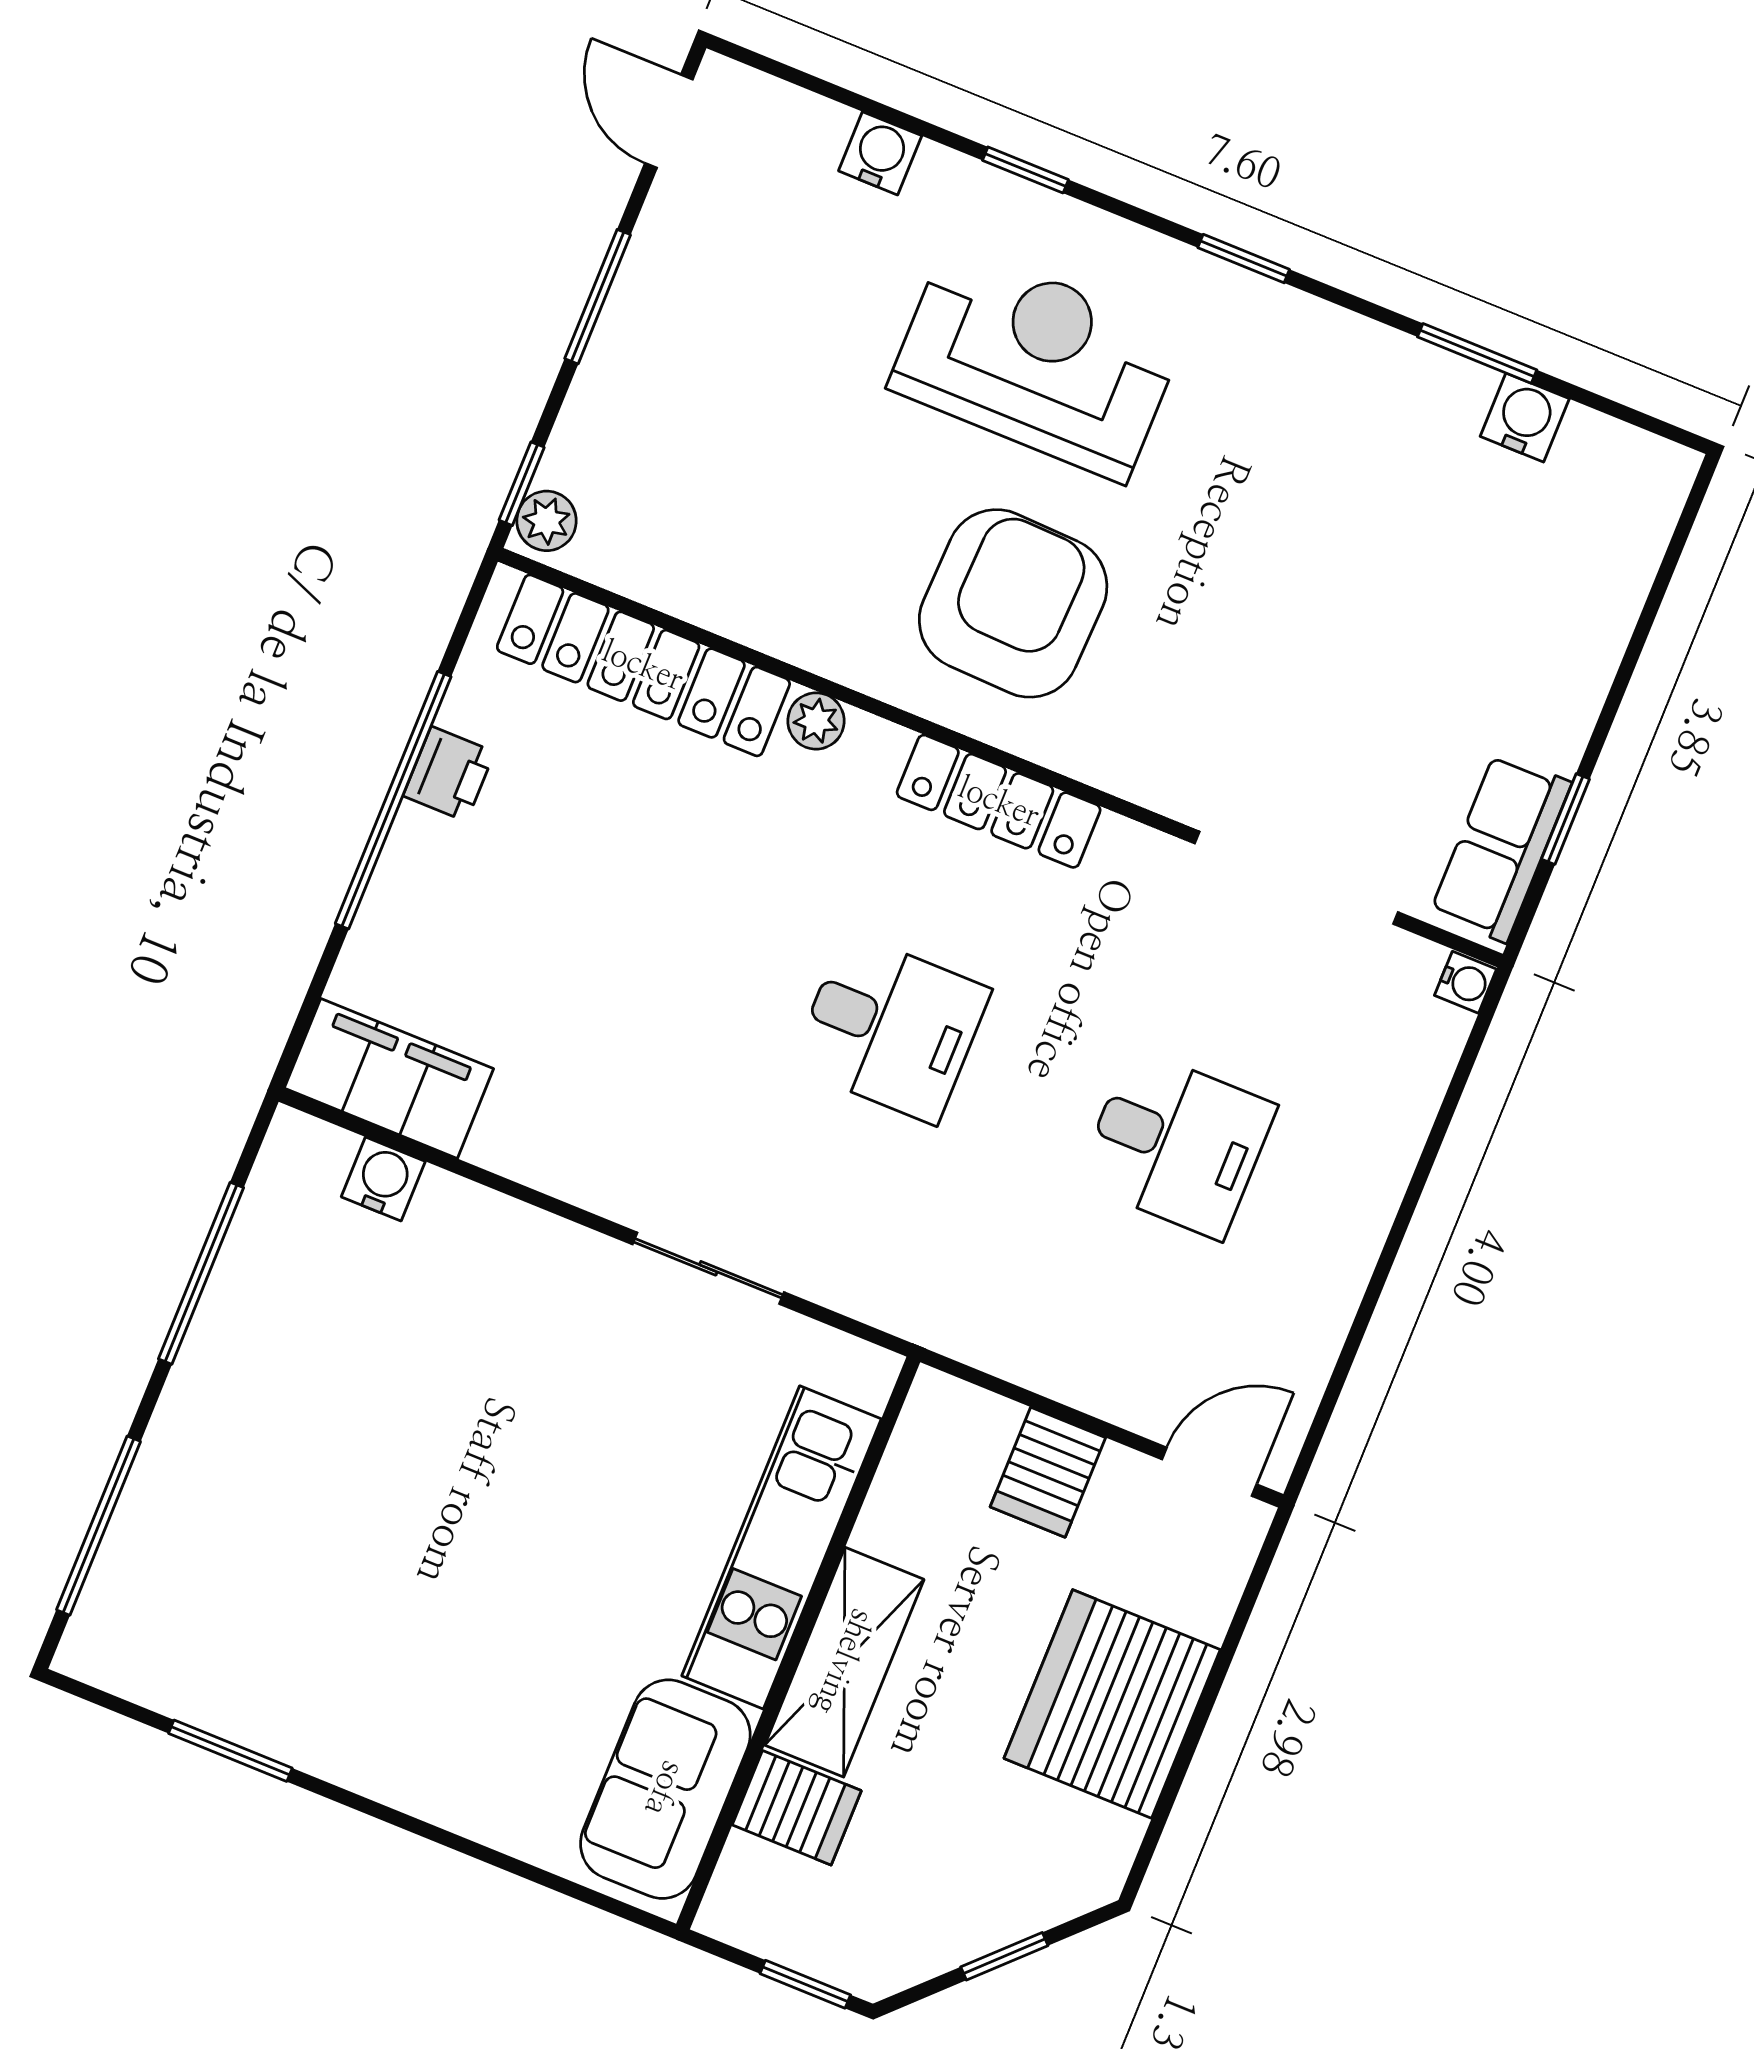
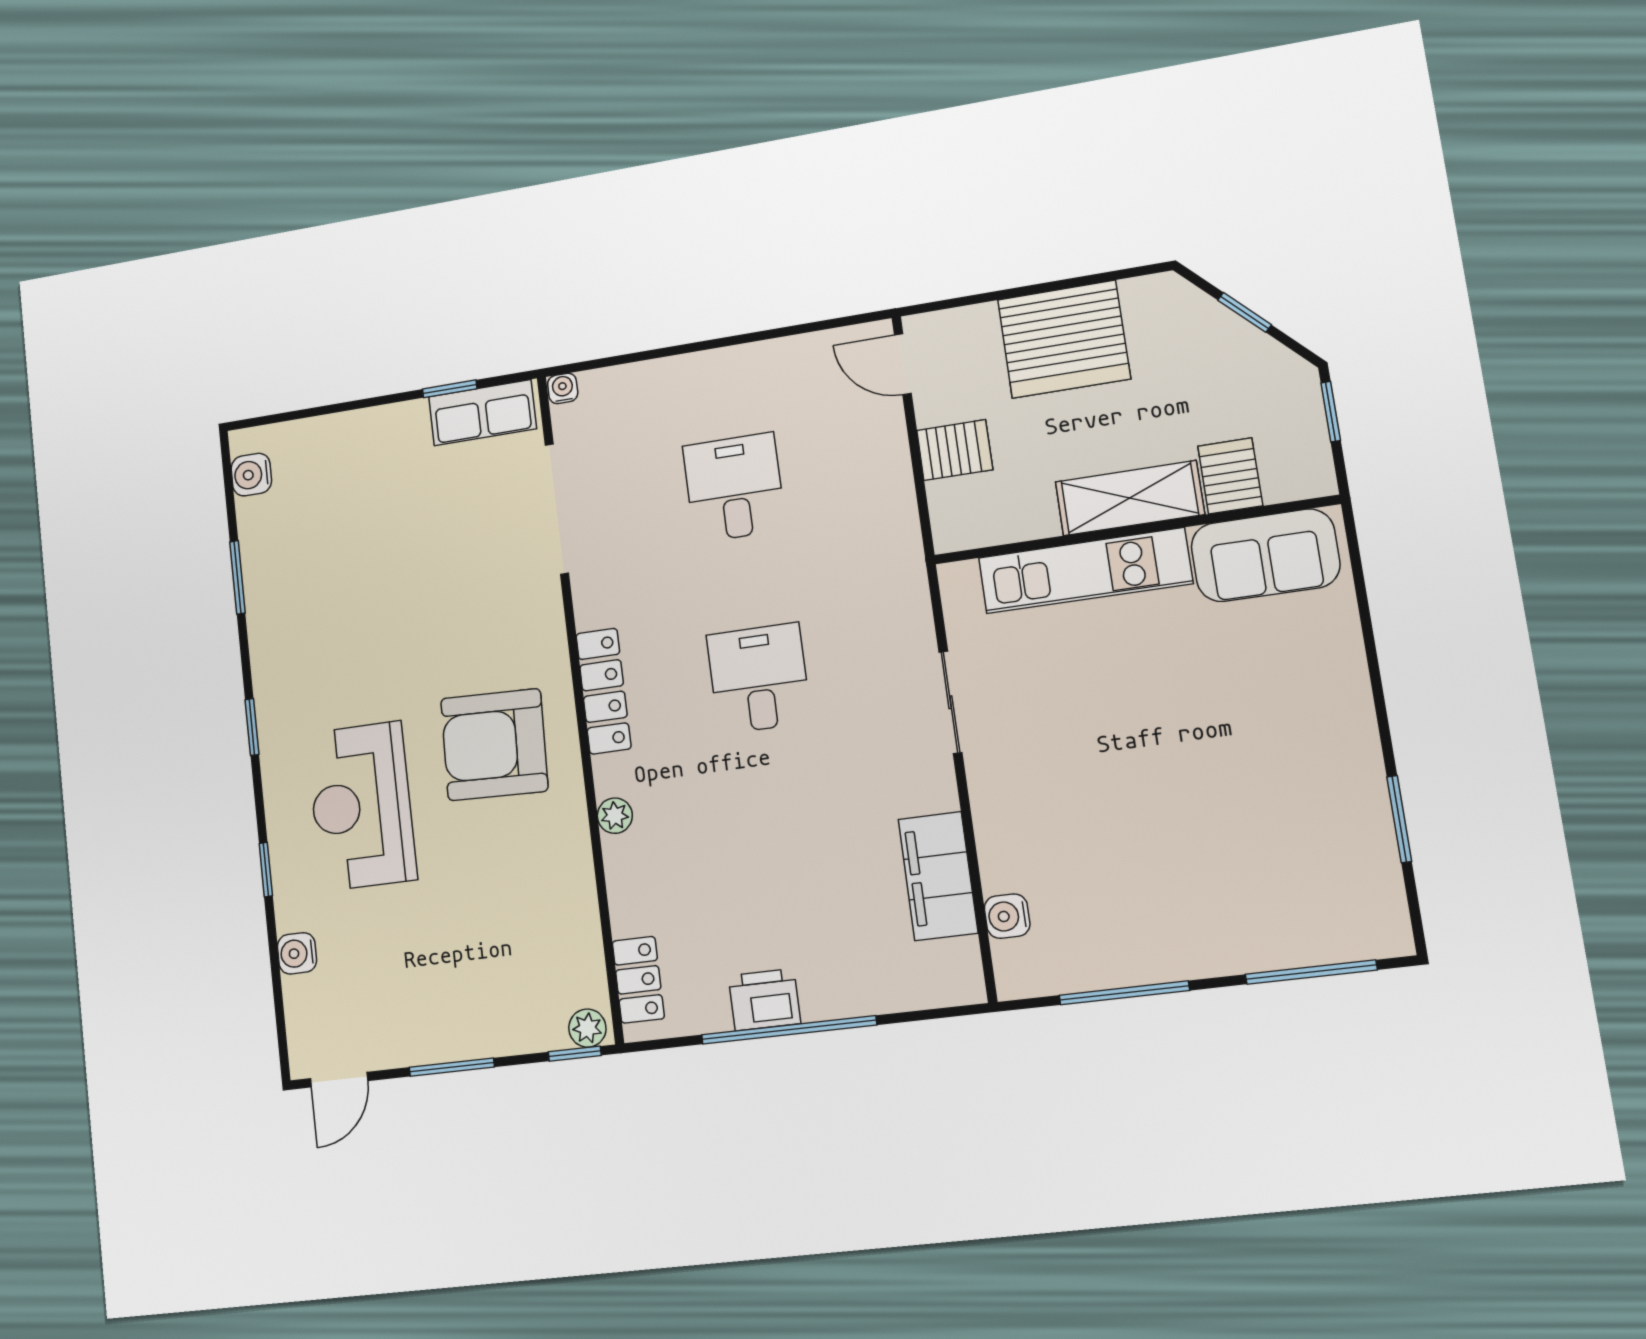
water cooler: (1525, 418) -> (251, 475), moved
locker: (643, 665) -> (638, 980), width x0.46, depth x0.83
printer: (449, 774) -> (764, 1000), width x1.36, depth x1.24
filing cabinet: (389, 1078) -> (938, 876), moved

